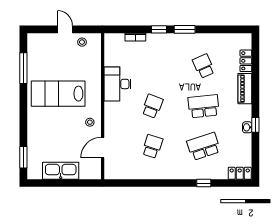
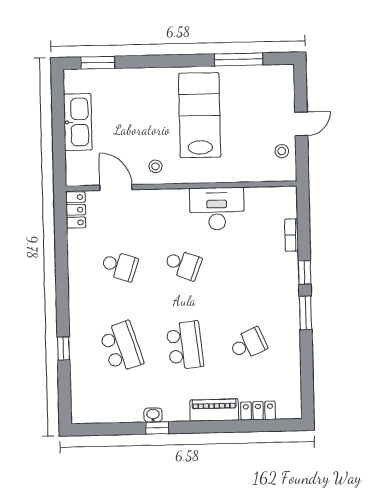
locker: (240, 173) -> (76, 210), moved

